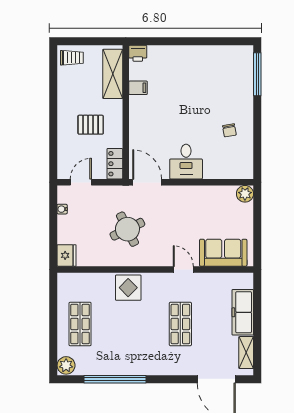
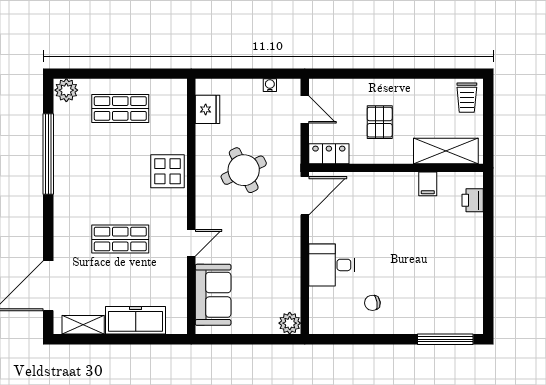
printer: (138, 53) -> (473, 200), moved
desk: (186, 162) -> (332, 265), moved
fridge: (67, 255) -> (207, 109), moved, turned -90

